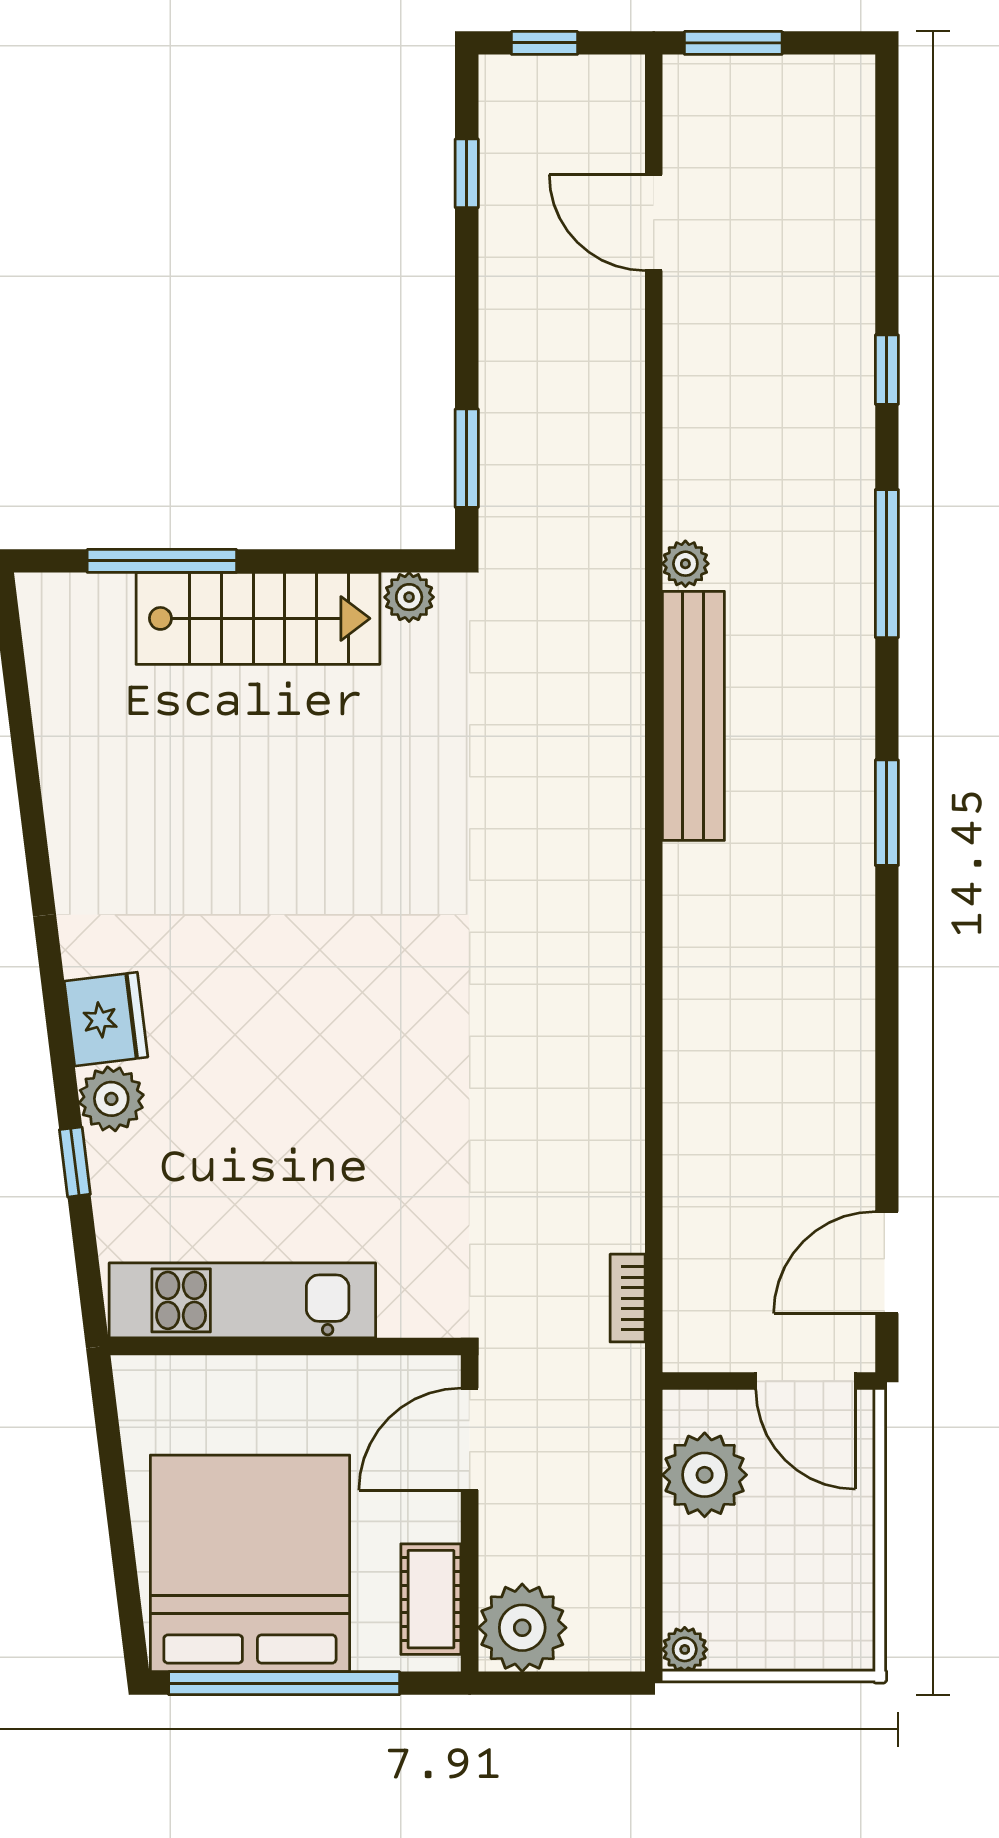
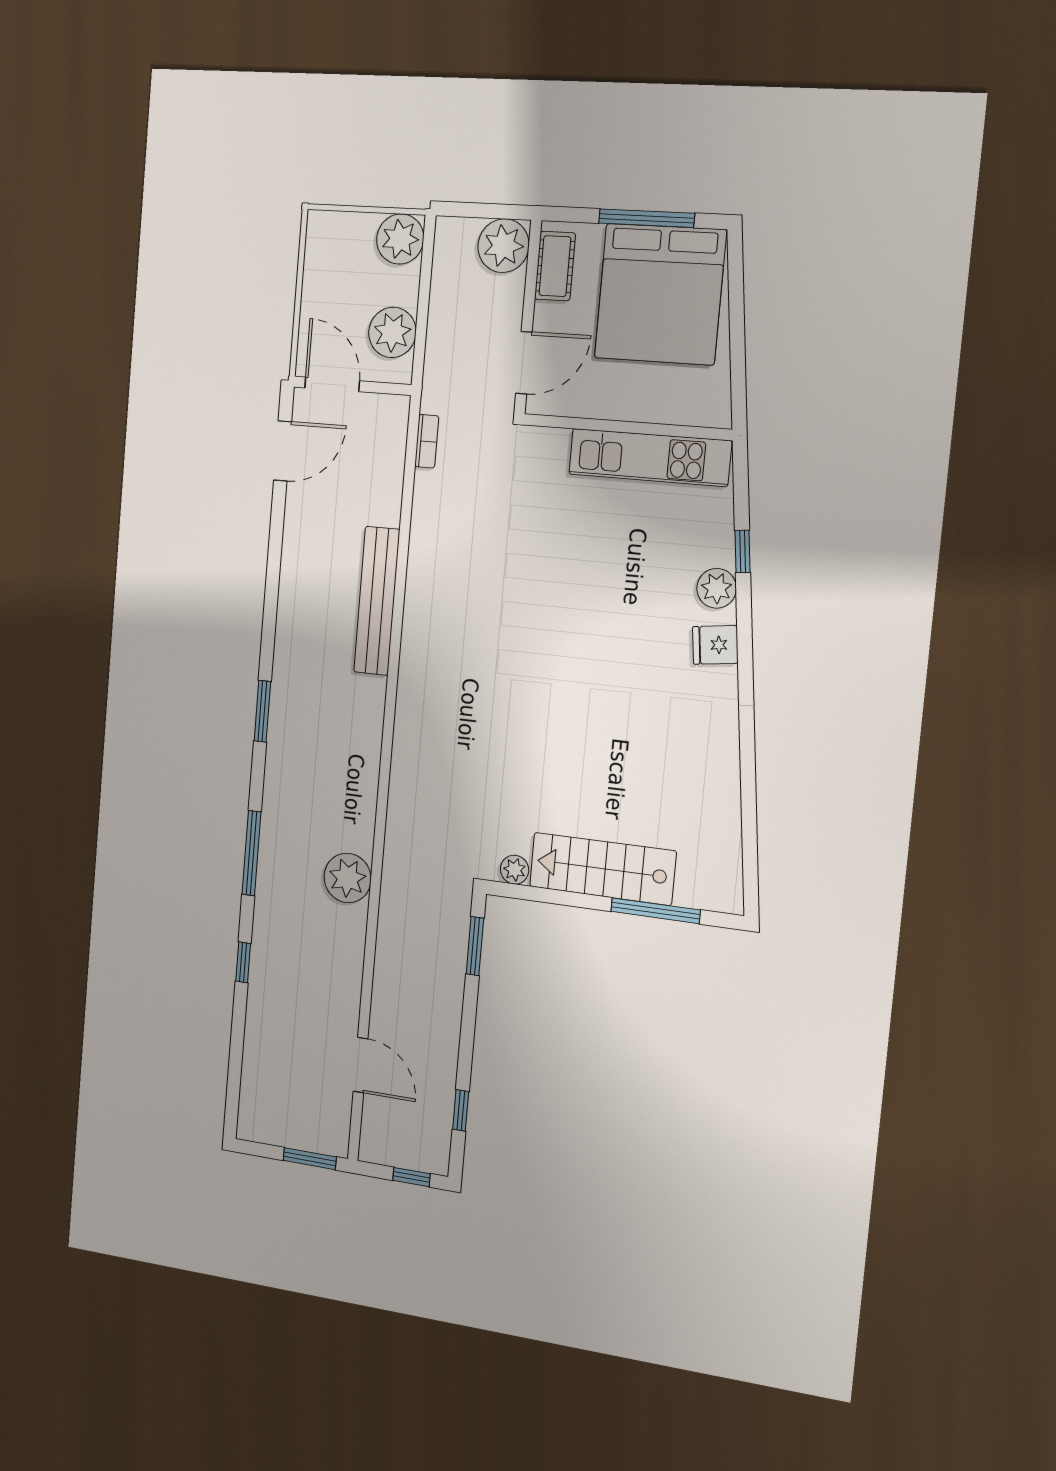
plant: (685, 564) -> (348, 878), width x1.87, depth x1.87
bench: (693, 716) -> (377, 601), moved
fridge: (106, 1019) -> (715, 645), width x0.72
plant: (685, 1649) -> (400, 239), width x1.87, depth x1.87
window: (284, 1683) -> (646, 218), width x0.68

